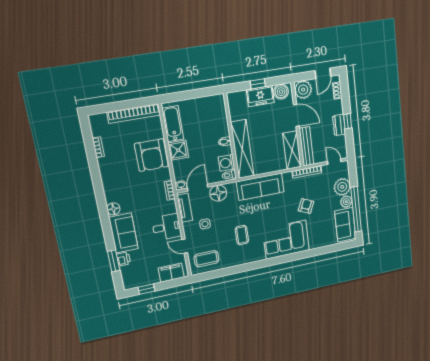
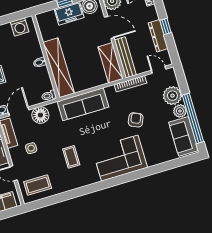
dresser: (339, 125) -> (158, 36), width x1.44
washing machine: (227, 163) -> (20, 27), moved, turned -90

